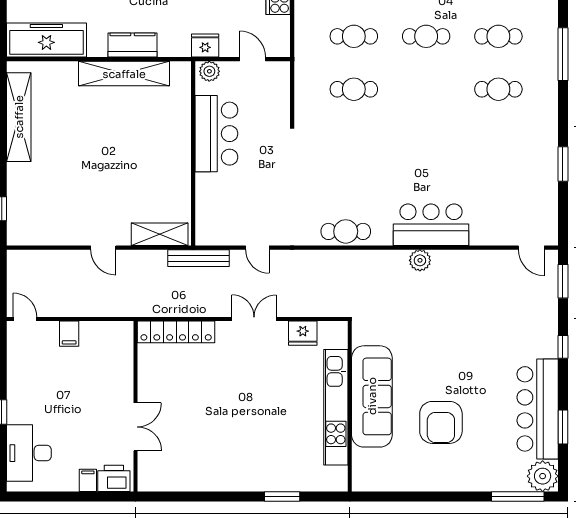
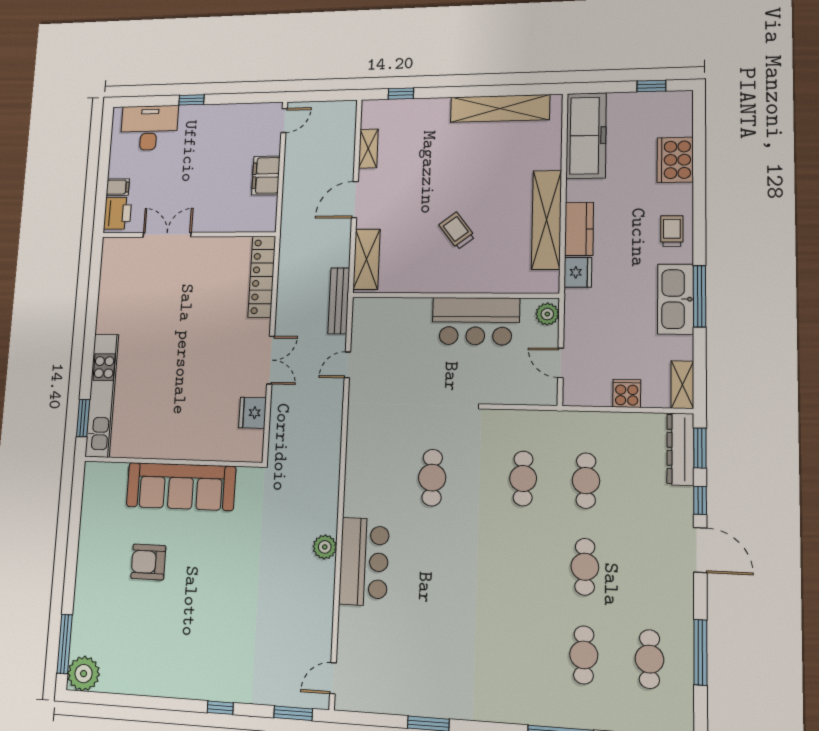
fridge: (205, 46) -> (578, 272), moved
door: (253, 59) -> (561, 363), swing flipped
cafe table: (498, 89) -> (519, 651), removed
trolley: (133, 153) -> (457, 231), added
cafe table: (346, 231) -> (432, 478), moved
shelving: (54, 237) -> (368, 149), added
door: (103, 248) -> (355, 200), width x1.37
filing cabinet: (69, 334) -> (266, 175), width x2.00
kitchen unit: (336, 407) -> (102, 395), moved, turned 90
bar counter: (538, 409) -> (155, 673), removed
armchair: (441, 422) -> (148, 562), width x0.73, depth x0.73
double door: (136, 427) -> (167, 235), swing flipped
window: (563, 427) -> (133, 701), removed
window: (282, 497) -> (83, 418), moved

